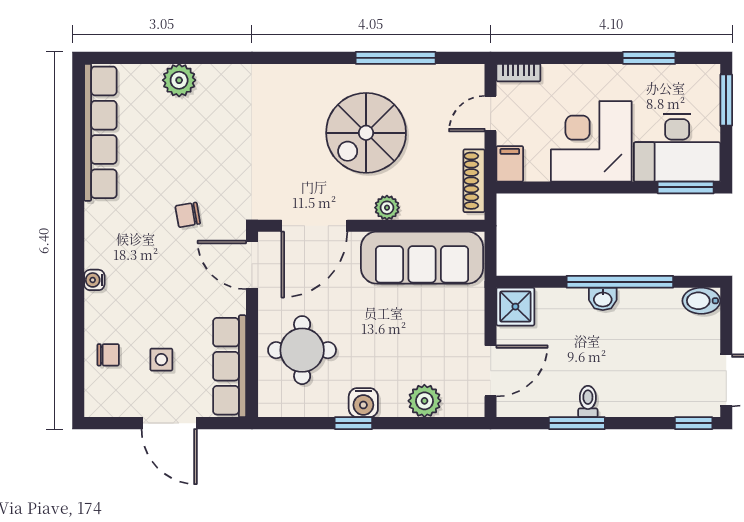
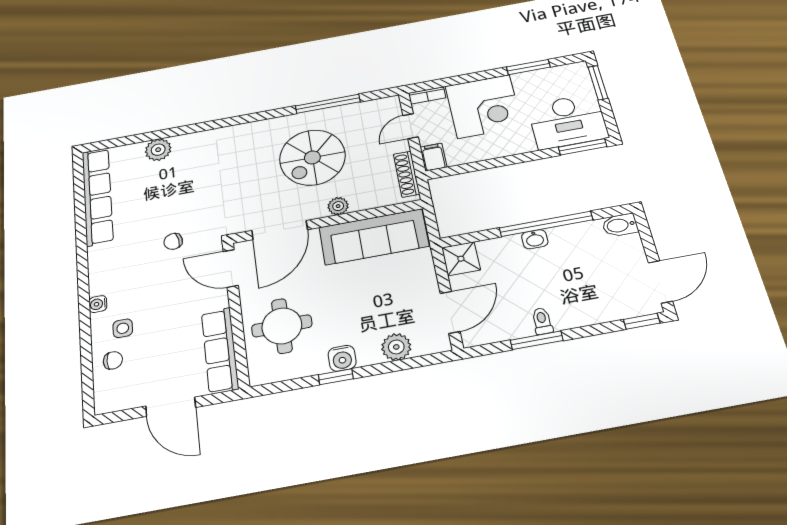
corner desk: (591, 141) -> (484, 106), moved, turned 180
side table: (161, 360) -> (123, 328), moved

